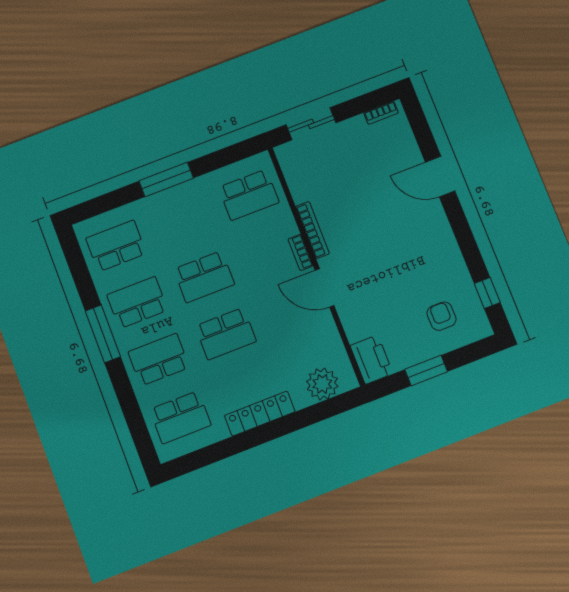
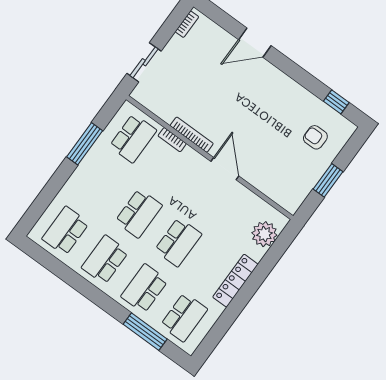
window: (166, 180) -> (85, 144), moved
bookcase: (300, 252) -> (172, 140), moved
door: (325, 288) -> (225, 169), swing flipped
window: (103, 334) -> (145, 332), moved
printer: (372, 360) -> (287, 197), removed

